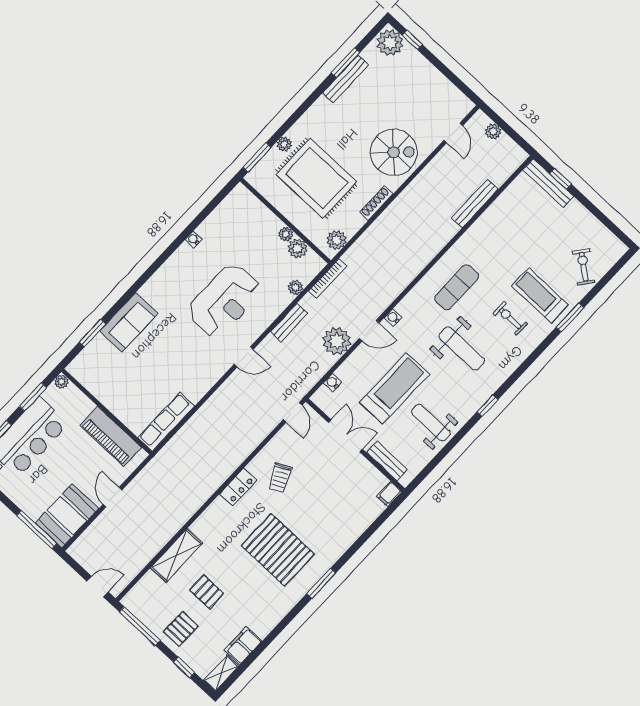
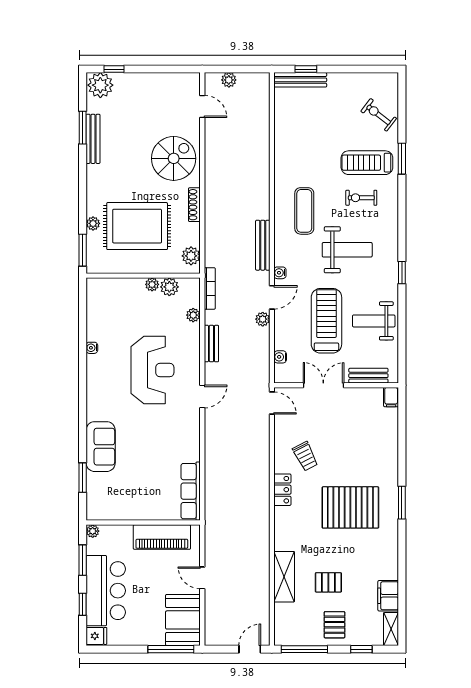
bench: (475, 204) -> (263, 245), moved
plant: (337, 341) -> (263, 319), width x0.53, depth x0.53

